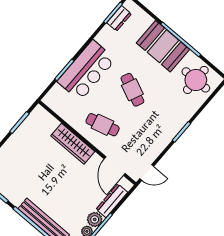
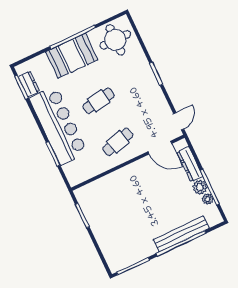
bar counter: (86, 70) -> (58, 125), width x1.36
cafe table: (132, 90) -> (98, 101), turned -33
wardrobe: (73, 144) -> (123, 176), removed

